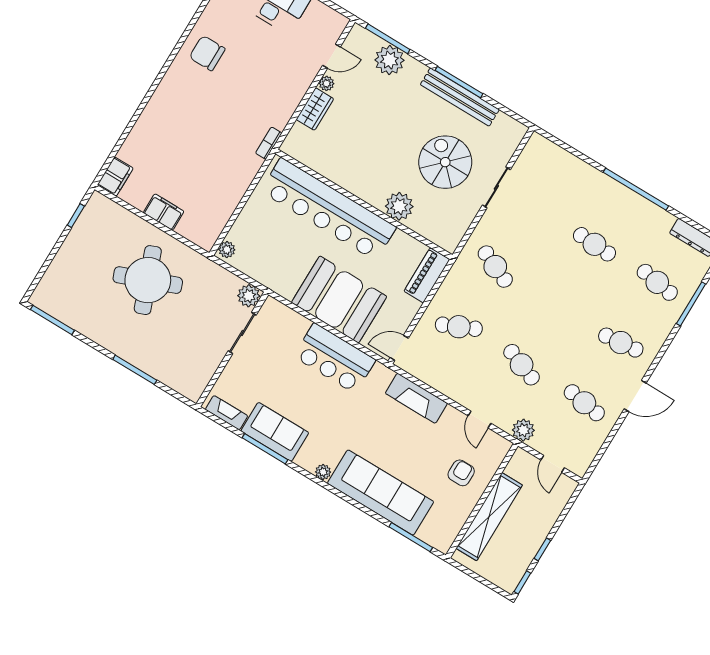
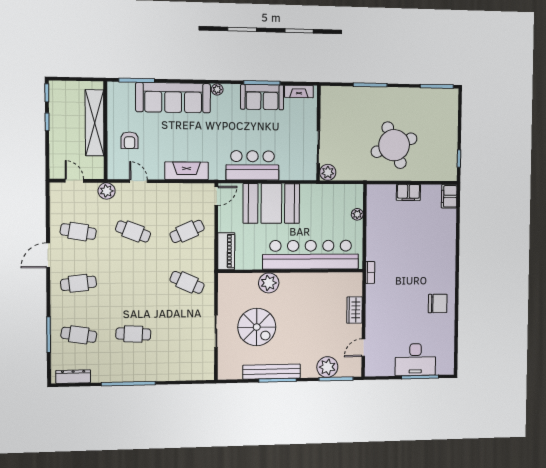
plant: (327, 83) -> (357, 330), removed
plant: (227, 250) -> (357, 214), moved

